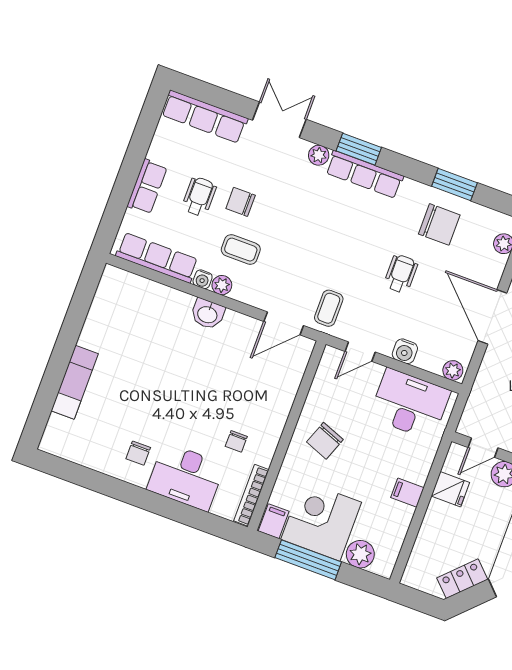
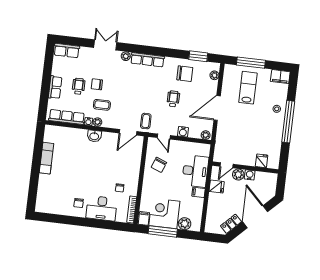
row of seats: (204, 117) -> (67, 51), width x0.68
window: (359, 149) -> (142, 50), removed
window: (454, 185) -> (198, 56), moved
door: (492, 317) -> (217, 108), hinge flipped
door: (360, 352) -> (164, 137), hinge flipped
exam couch: (75, 382) -> (47, 158), moved
desk: (410, 404) -> (195, 171), moved, turned 90
chair: (325, 441) -> (159, 165), moved

